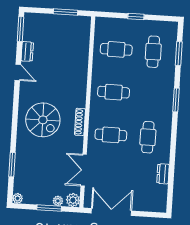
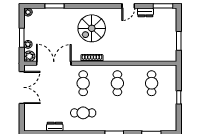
cafe table: (153, 52) -> (152, 113), removed
double door: (84, 170) -> (54, 63), width x1.37

